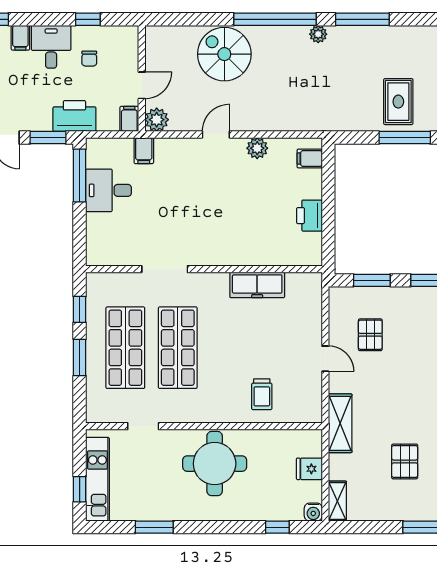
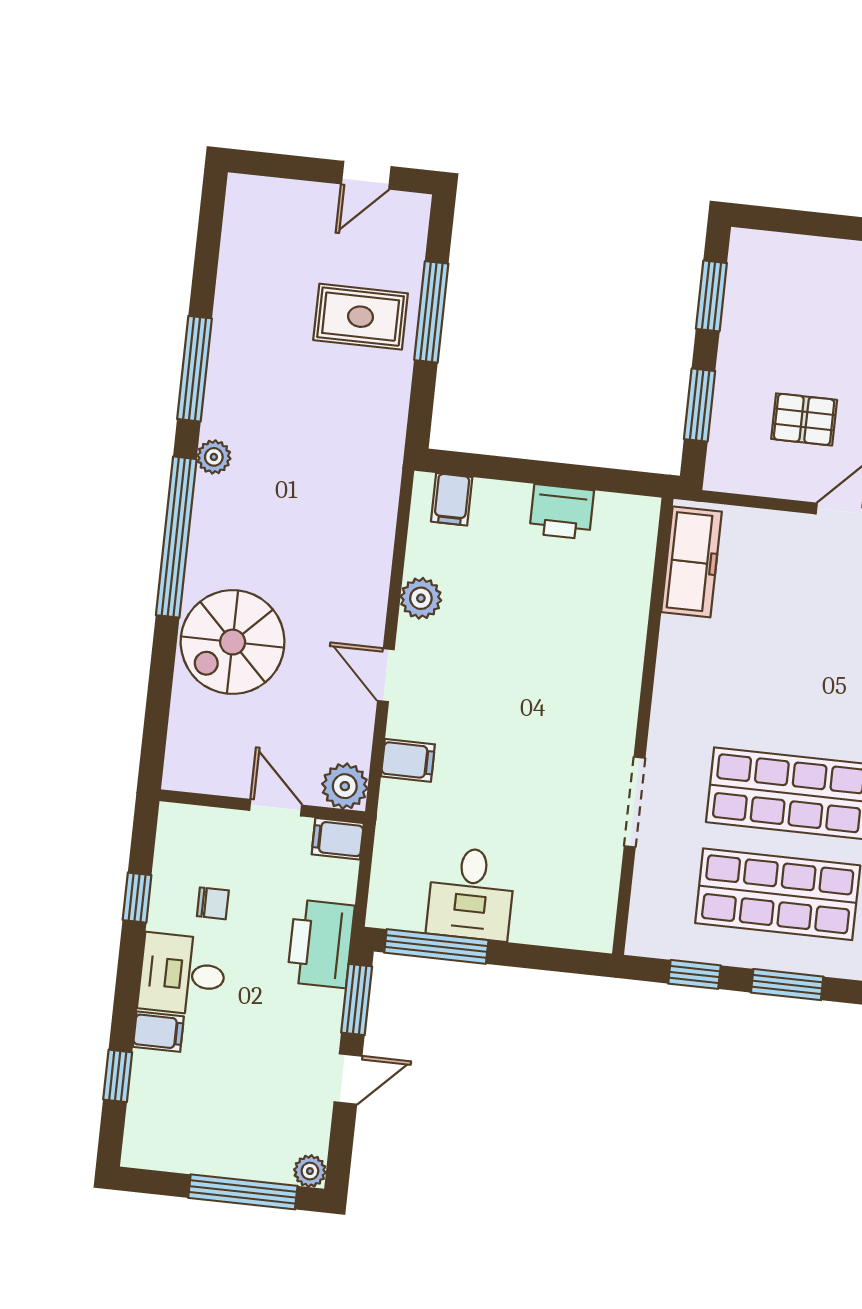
filing cabinet: (144, 151) -> (408, 760), moved
freezer: (257, 285) -> (691, 562), moved

